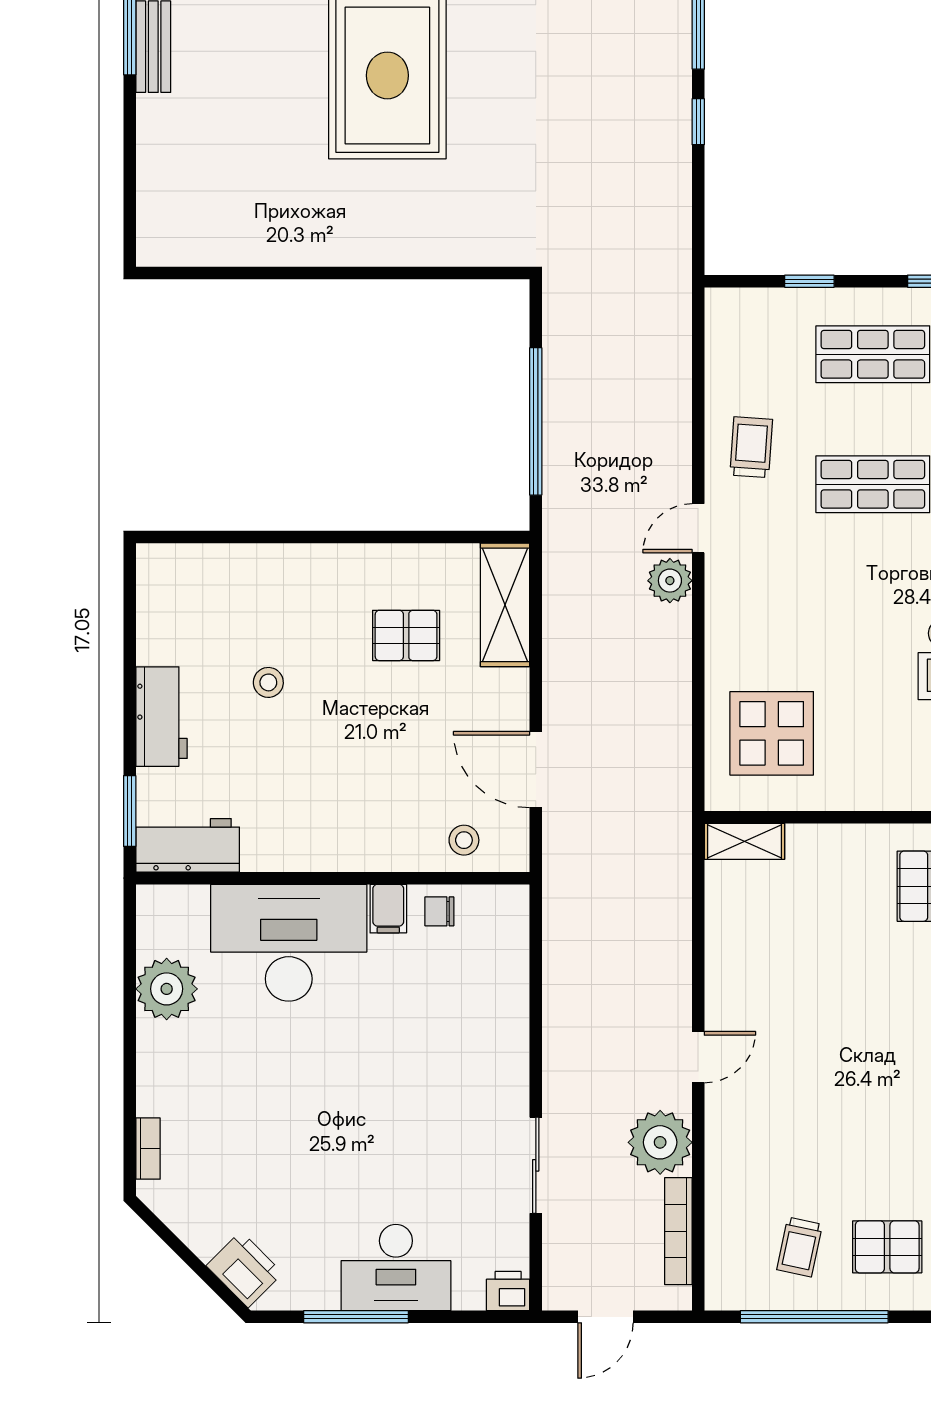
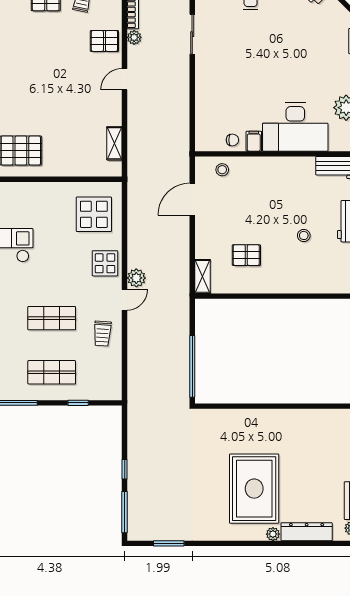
window: (536, 421) -> (192, 366), moved
shelving: (505, 605) -> (203, 276), width x0.67, depth x0.75
display table: (745, 616) -> (105, 263), added
door: (536, 770) -> (192, 199), swing flipped
shelving: (744, 841) -> (114, 143), moved, turned 90
plant: (660, 1142) -> (134, 37), width x0.53, depth x0.53
pallet: (746, 1149) -> (104, 41), added

